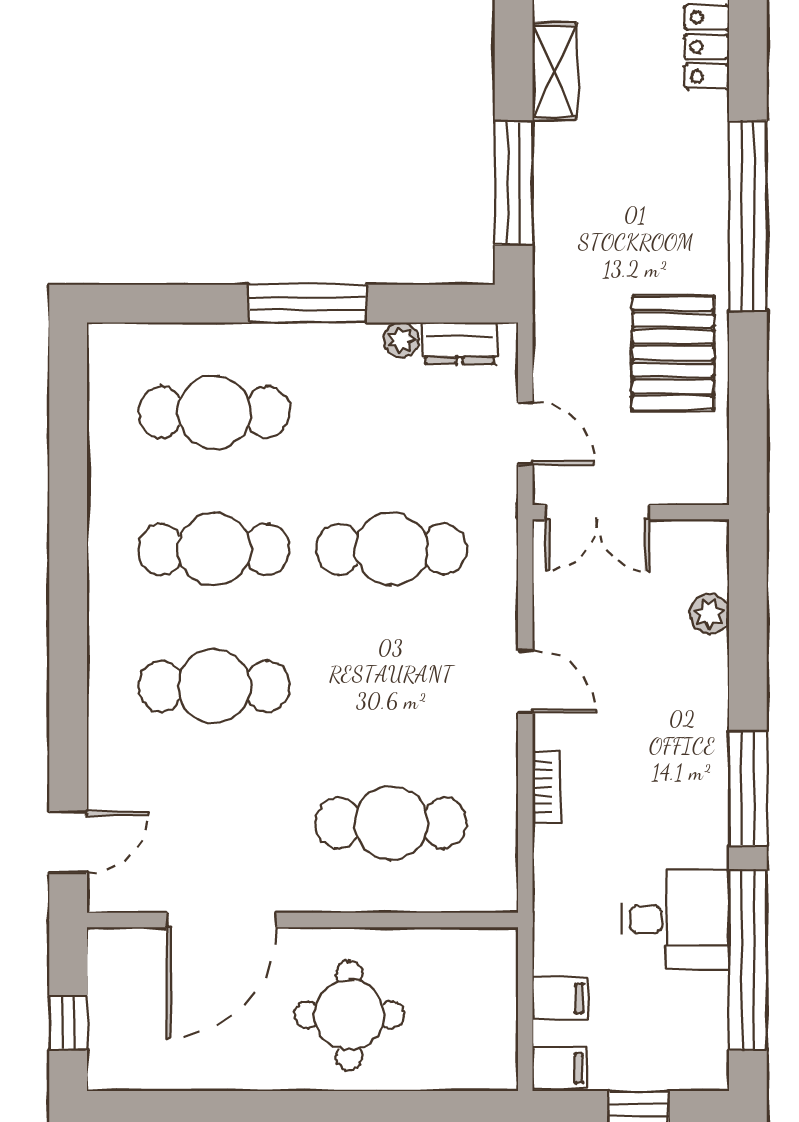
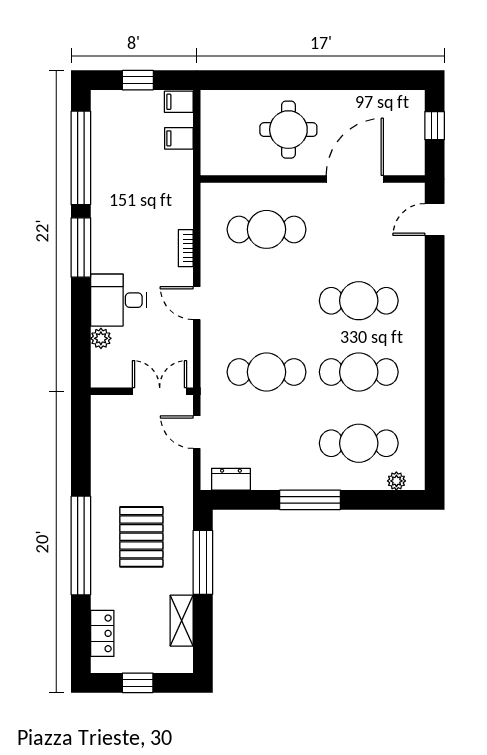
plant: (401, 340) -> (396, 481), moved
pallet: (673, 353) -> (141, 537), moved
desk: (675, 919) -> (119, 300), moved

